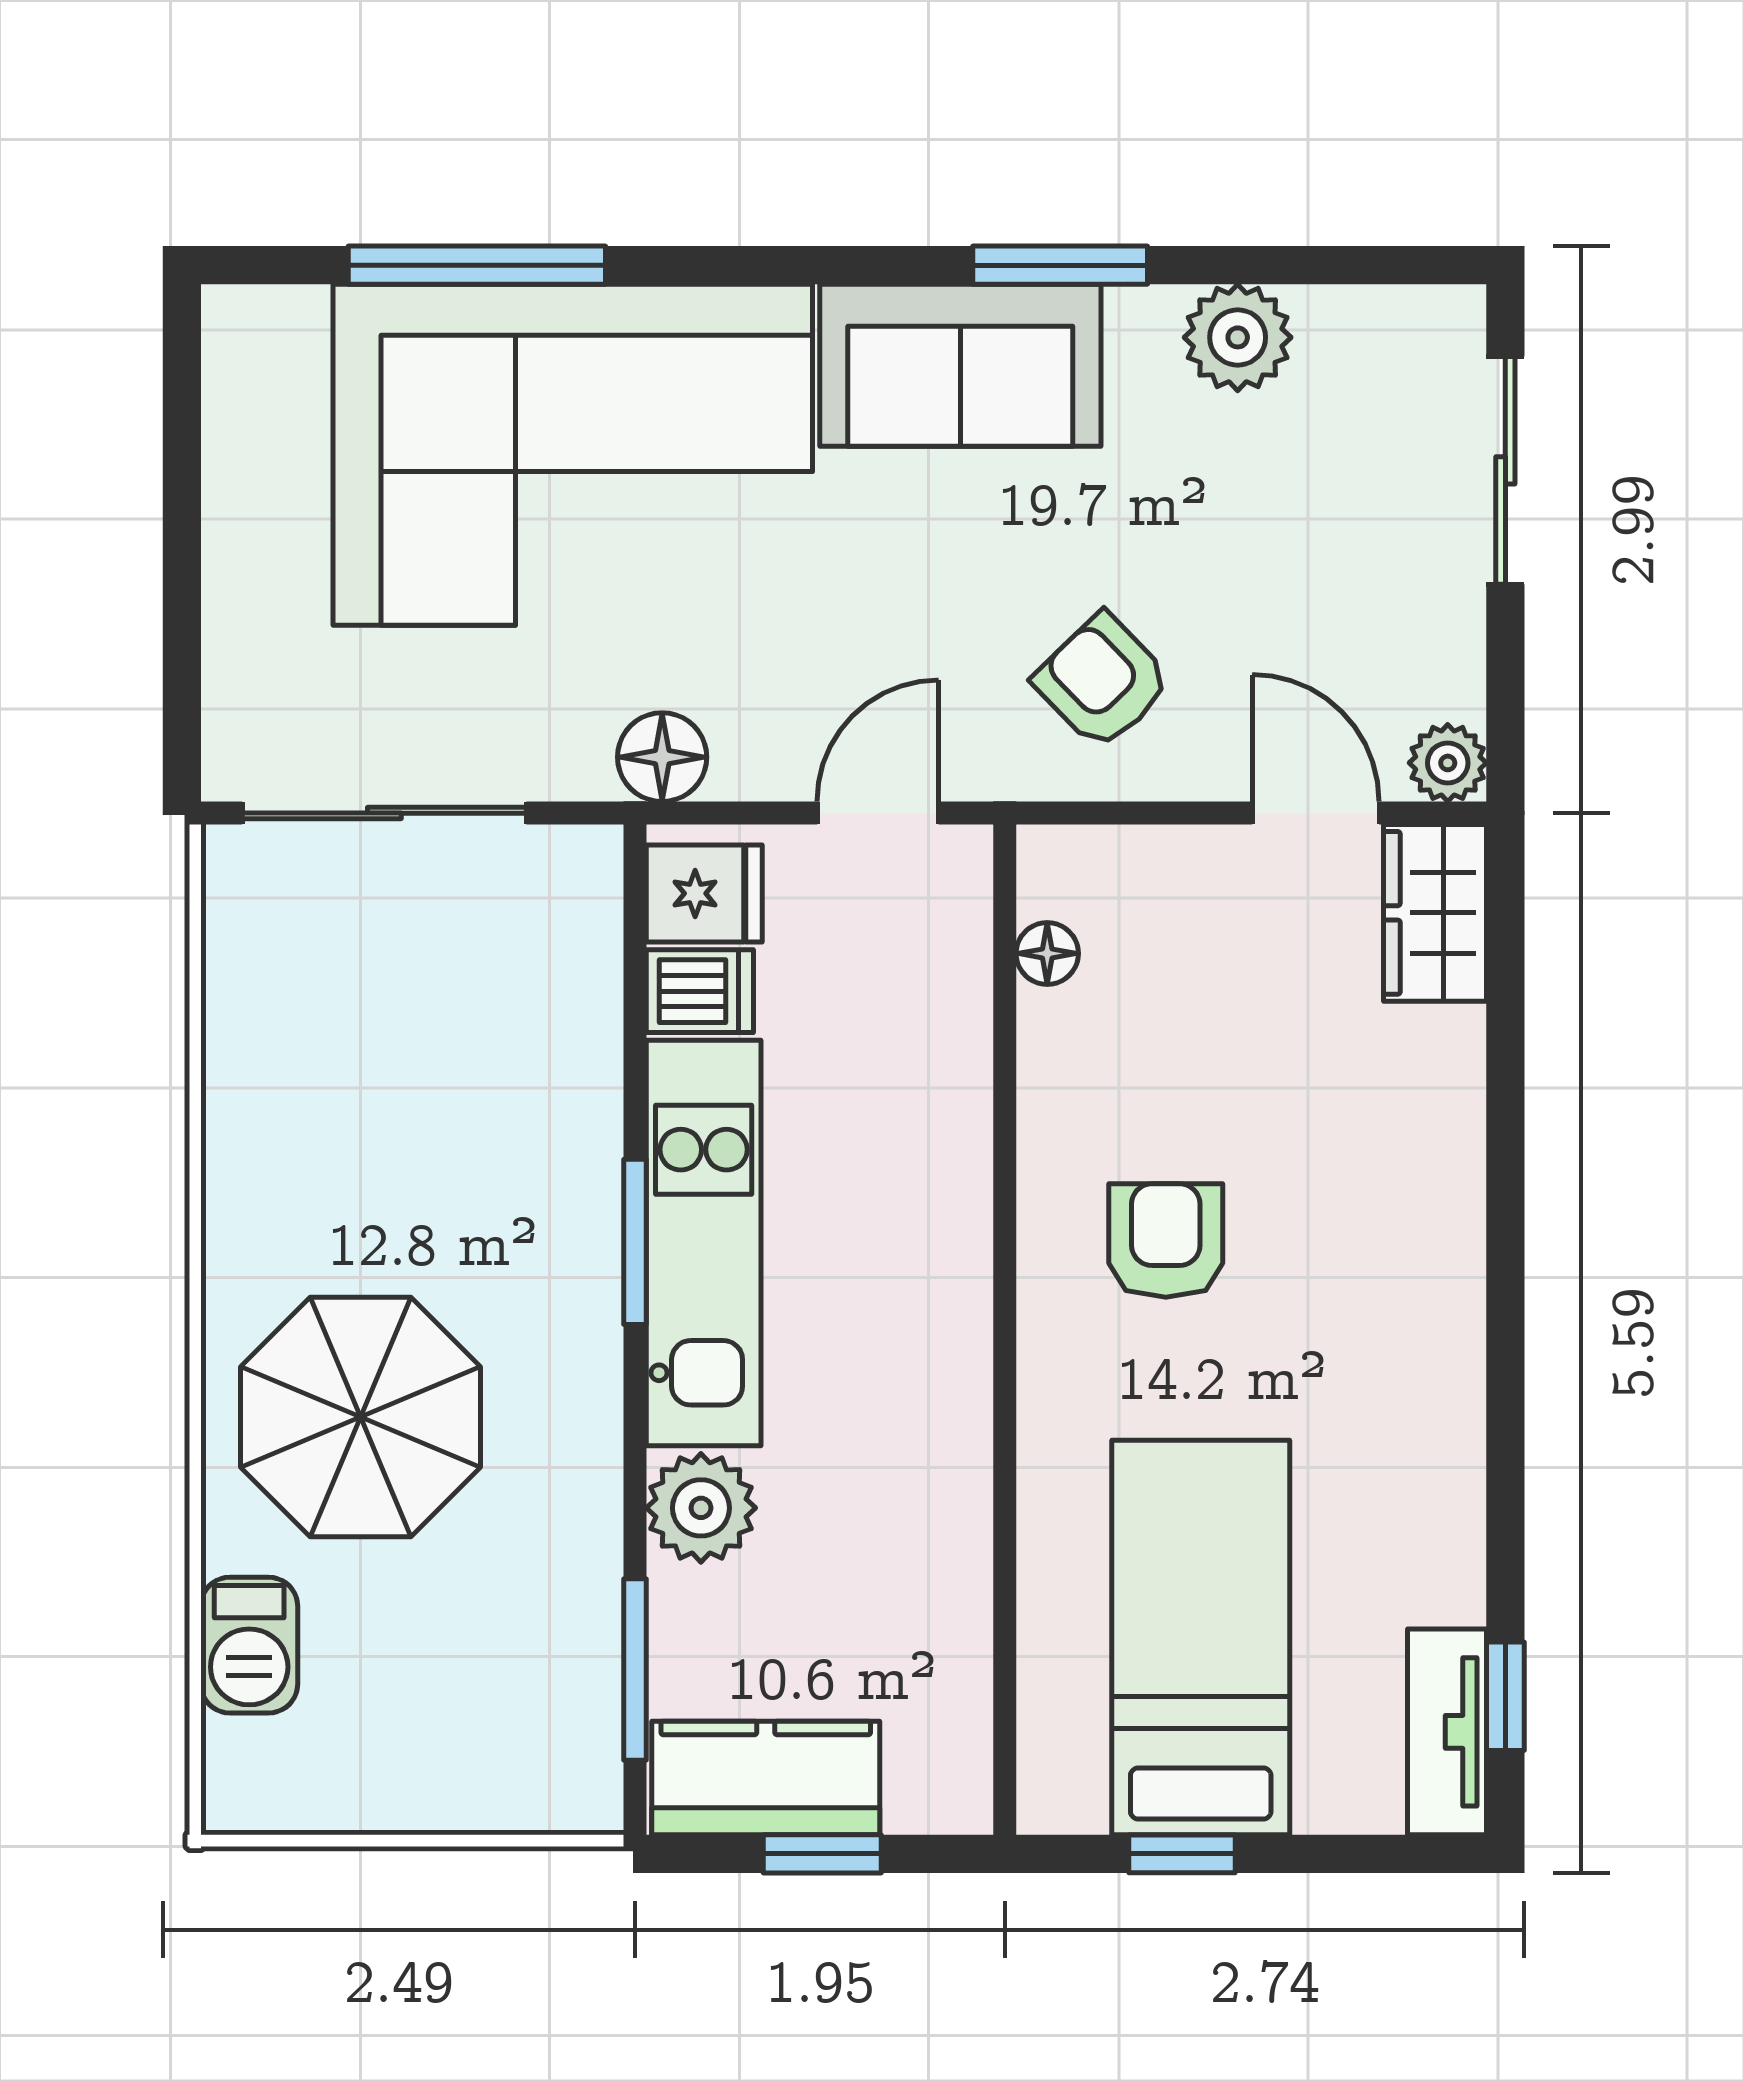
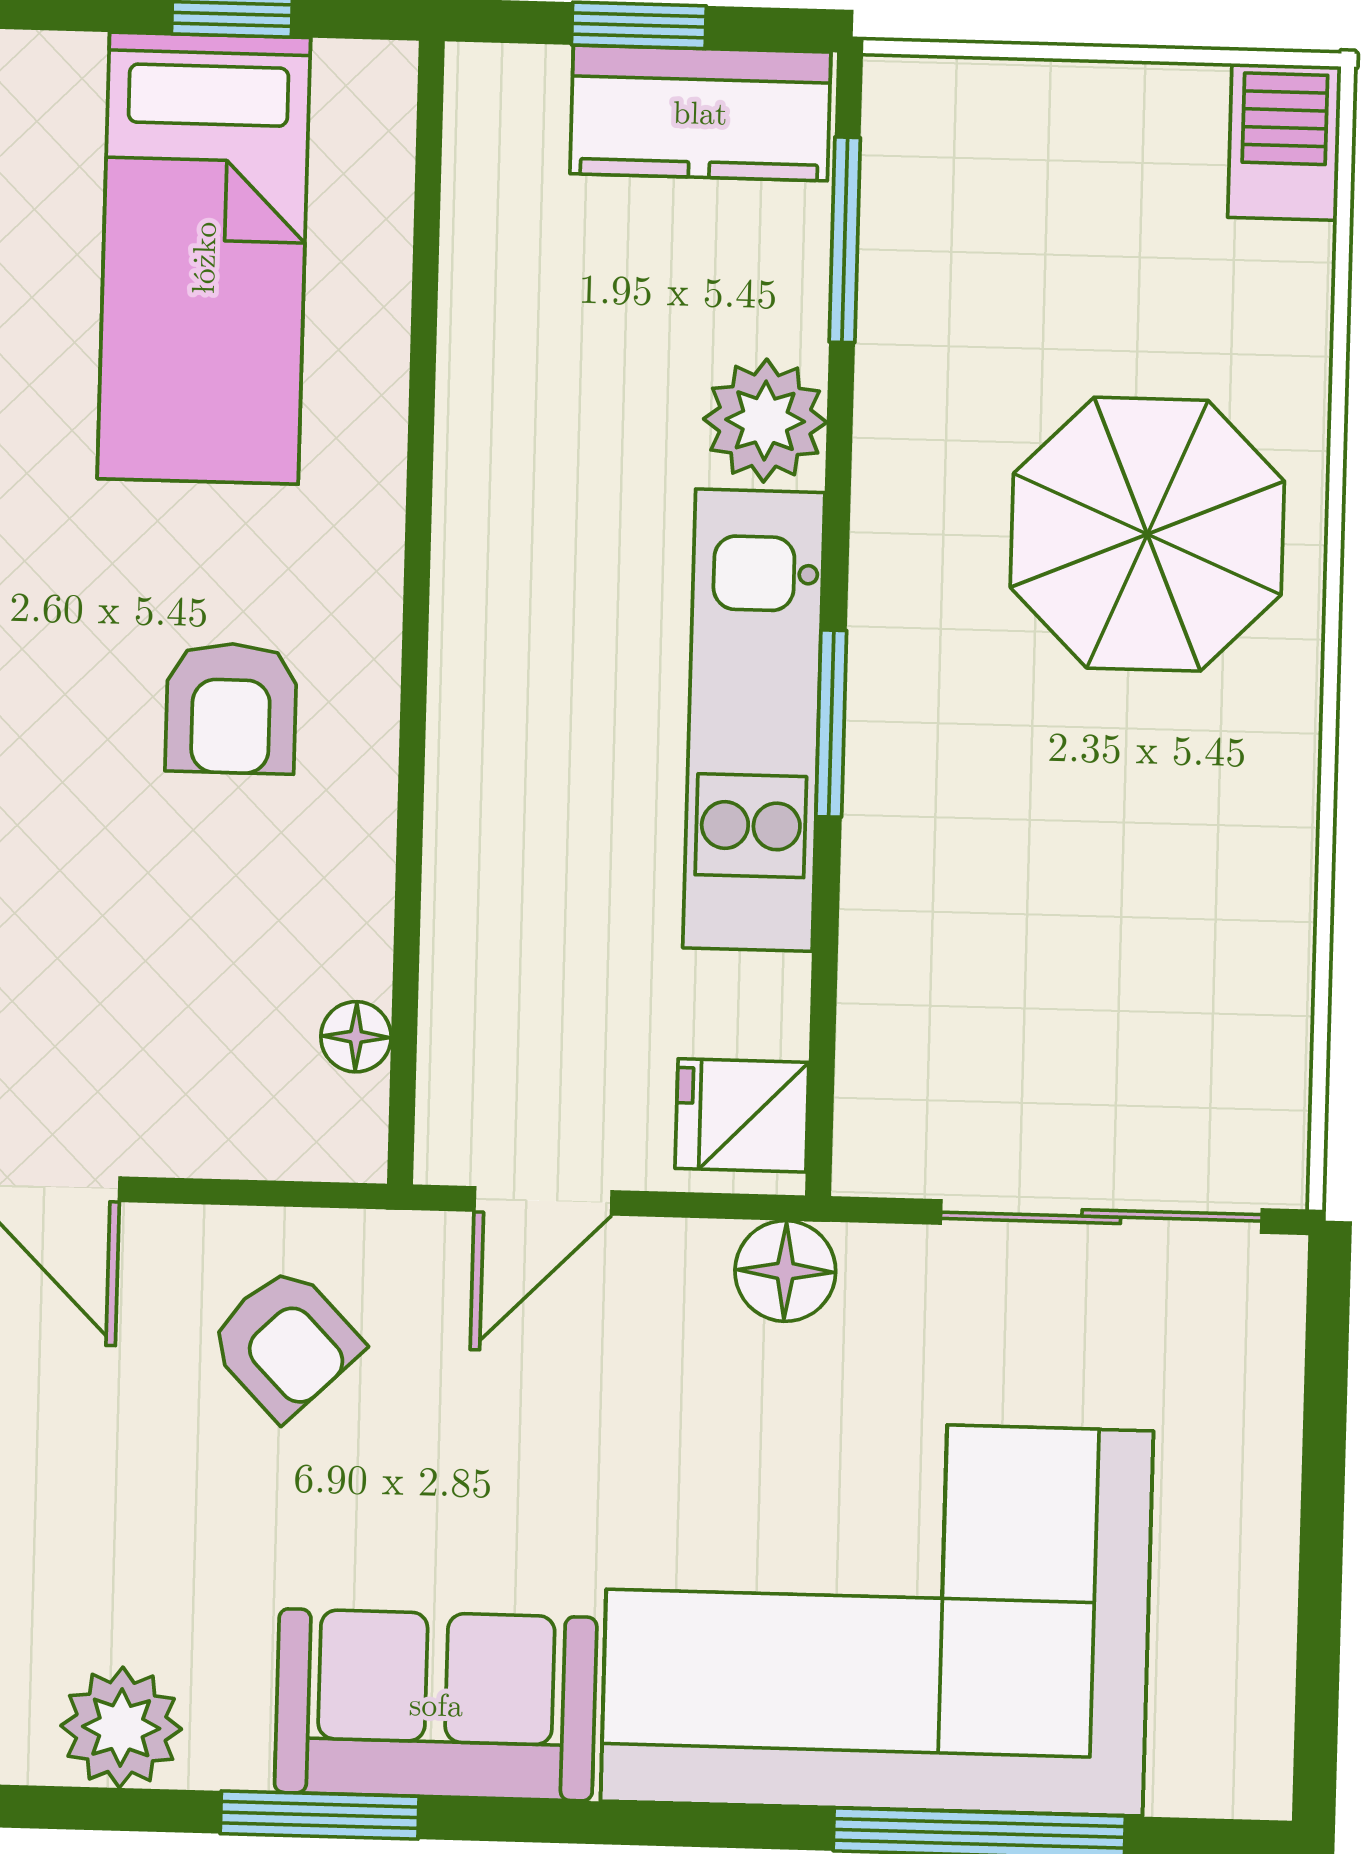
dishwasher: (700, 991) -> (750, 1005), removed
barbecue: (249, 1645) -> (1284, 142), moved

